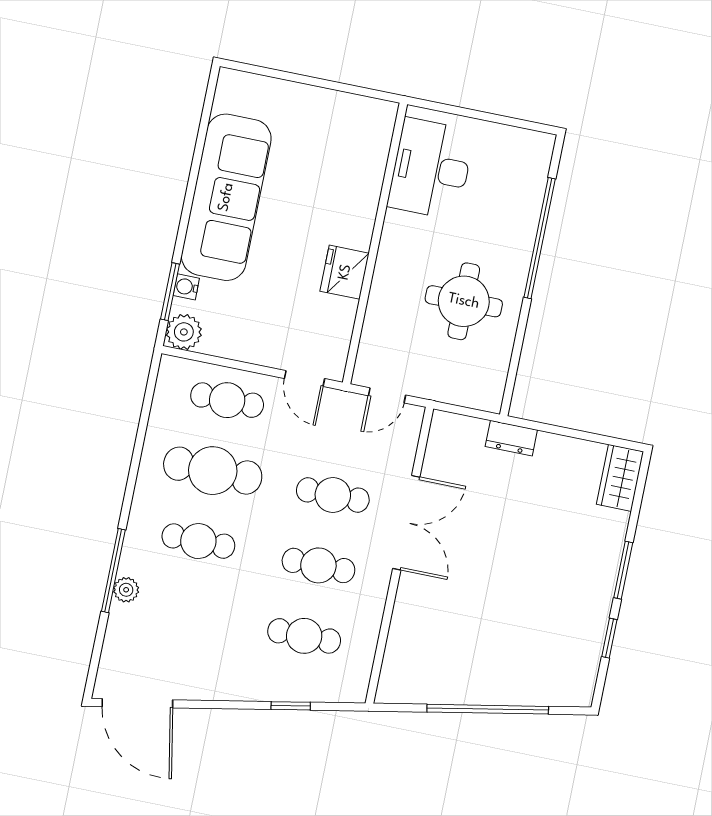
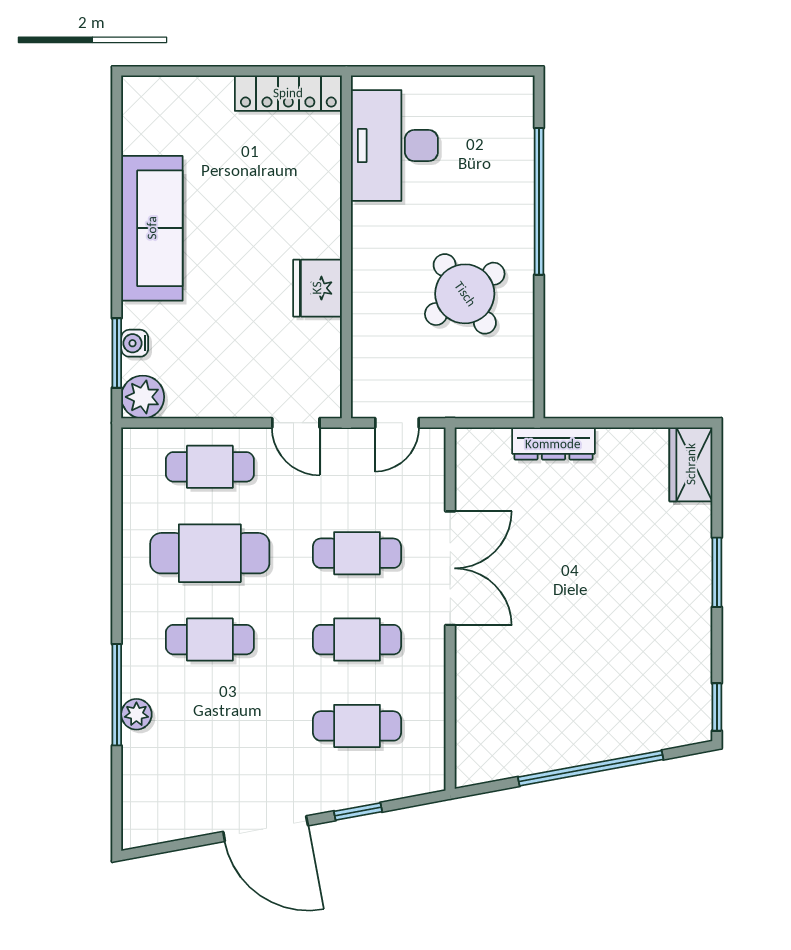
locker: (353, 108) -> (288, 93), added
sofa: (226, 197) -> (152, 228), width x0.74, depth x0.79
round table: (464, 301) -> (465, 294), turned -35
dresser: (511, 438) -> (553, 444), width x1.44
window: (609, 638) -> (717, 707), moved
door: (137, 703) -> (266, 829), moved

